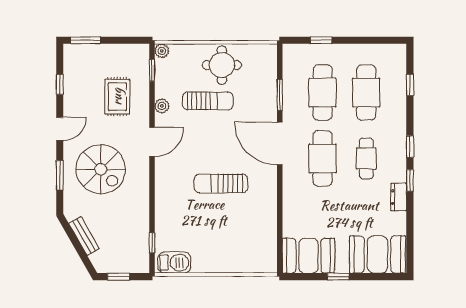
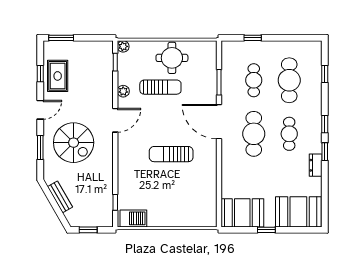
cafe table: (323, 93) -> (254, 80), width x0.73, depth x0.74
rug: (117, 97) -> (58, 76), moved

